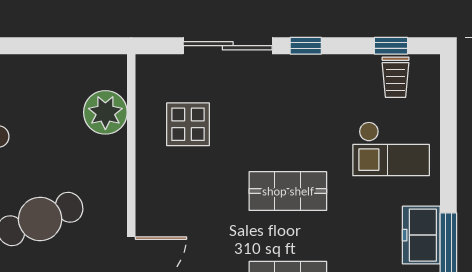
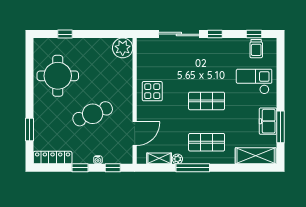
plant: (105, 112) -> (123, 48), moved
display table: (188, 124) -> (152, 91), moved
checkout: (391, 149) -> (254, 81), turned 180

